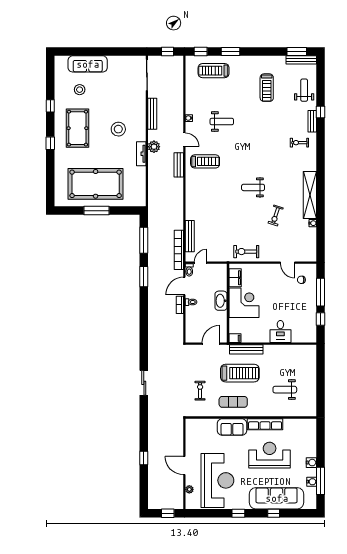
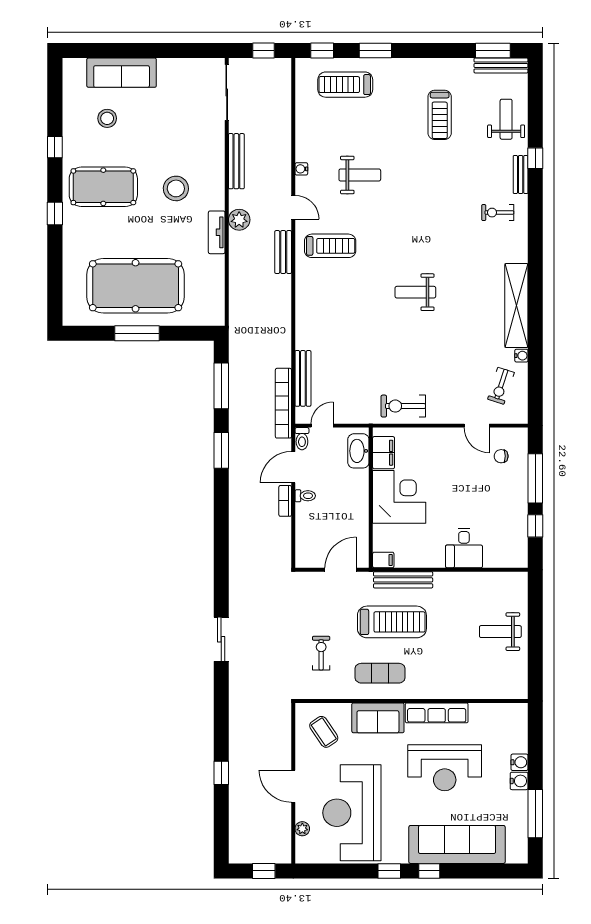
pool table: (77, 128) -> (103, 187), turned 90
exercise bike: (276, 215) -> (501, 386), moved
washbasin: (221, 301) -> (358, 451), moved
weight bench: (285, 390) -> (500, 632), moved
coffee table: (202, 435) -> (324, 732), added
reception desk: (270, 455) -> (445, 768), turned 180
reception desk: (217, 480) -> (352, 813), turned 180
water cooler: (312, 482) -> (520, 762), moved
window: (274, 513) -> (429, 871), moved

